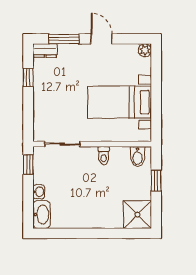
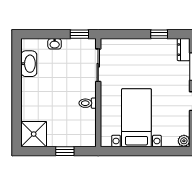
bidet: (137, 157) -> (87, 134), removed
washbasin: (42, 214) -> (29, 64), moved, turned -90

